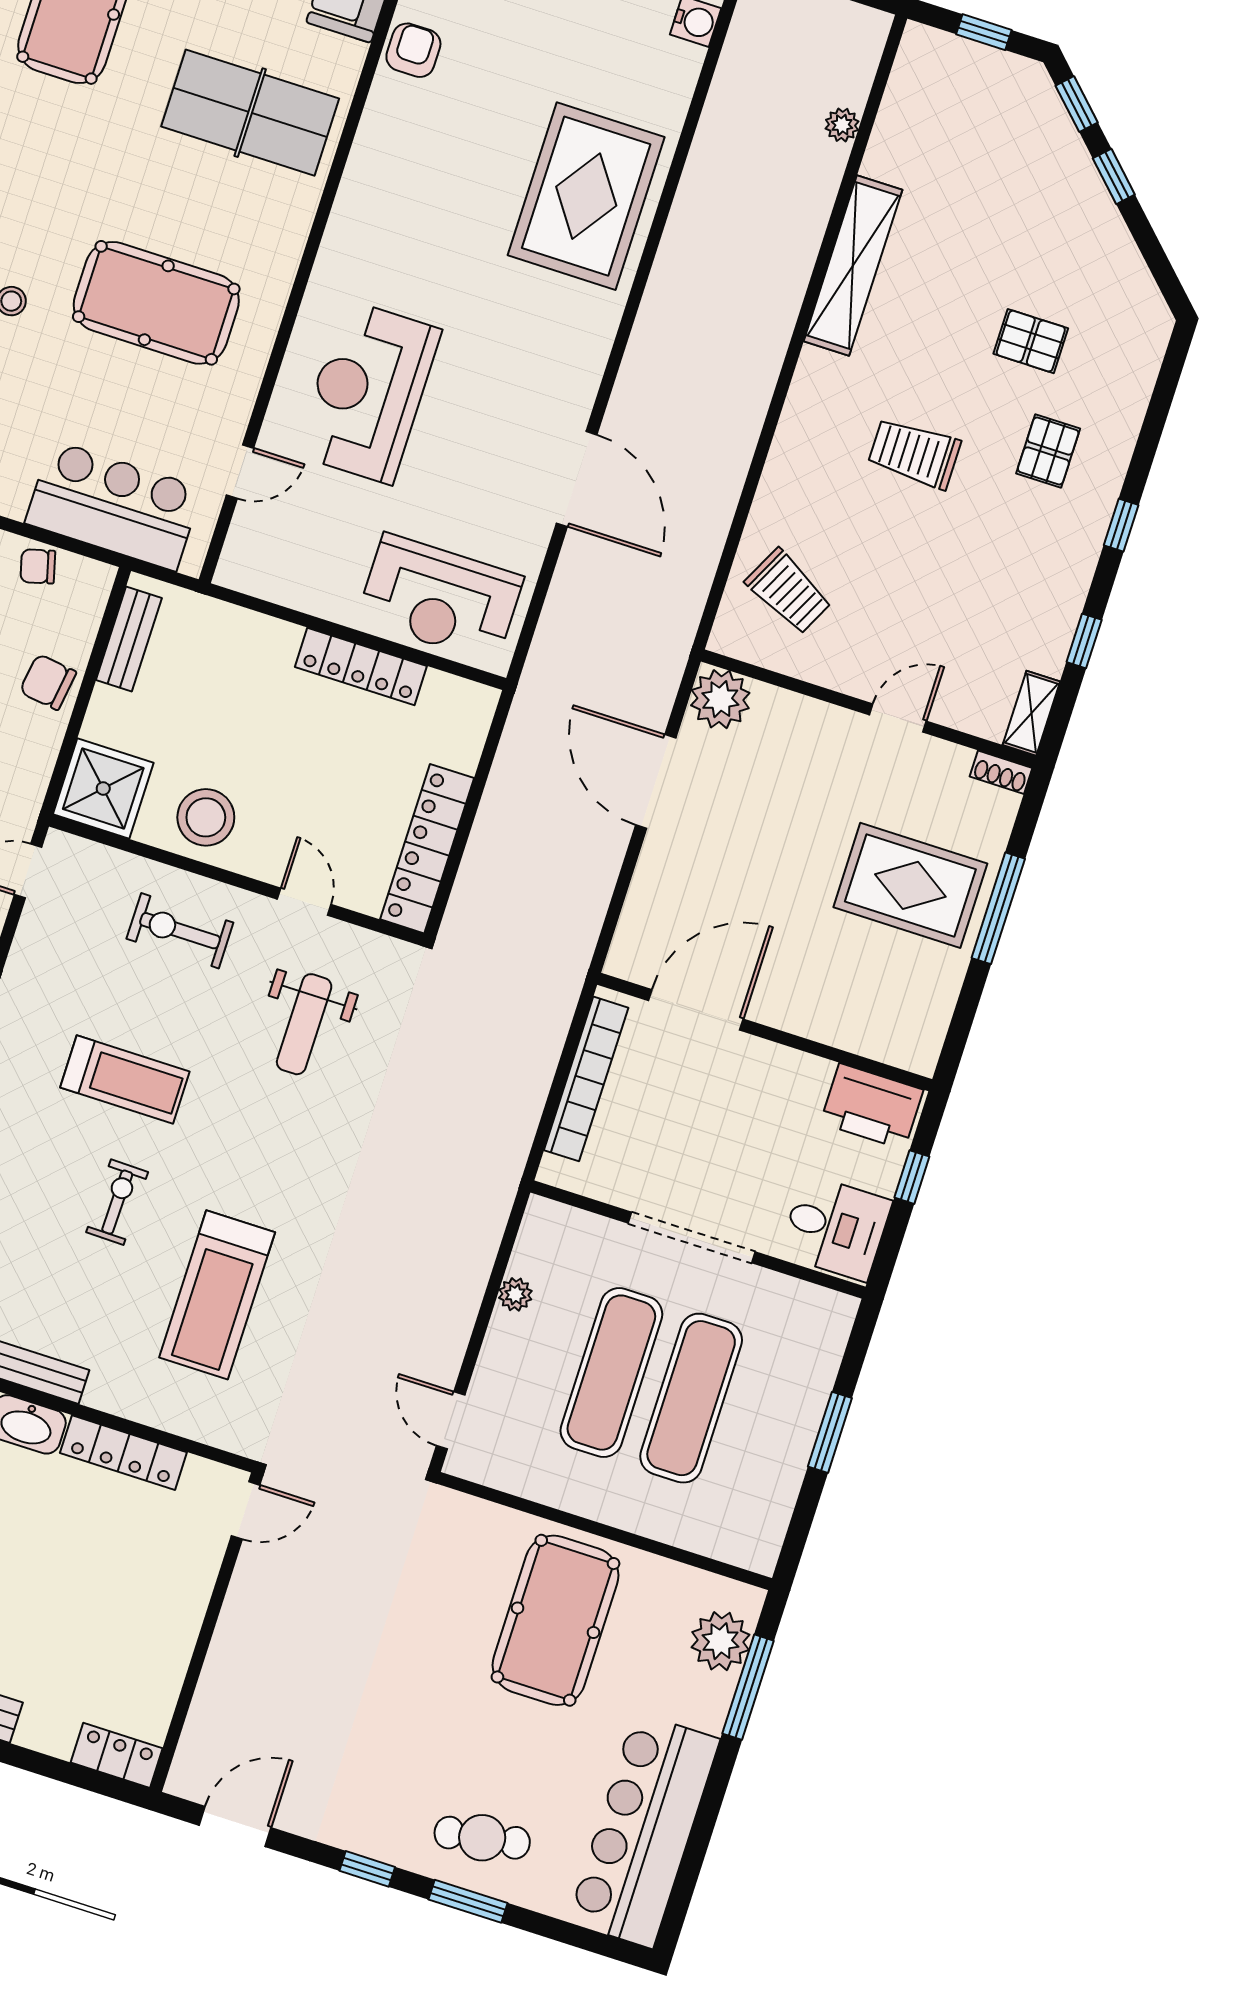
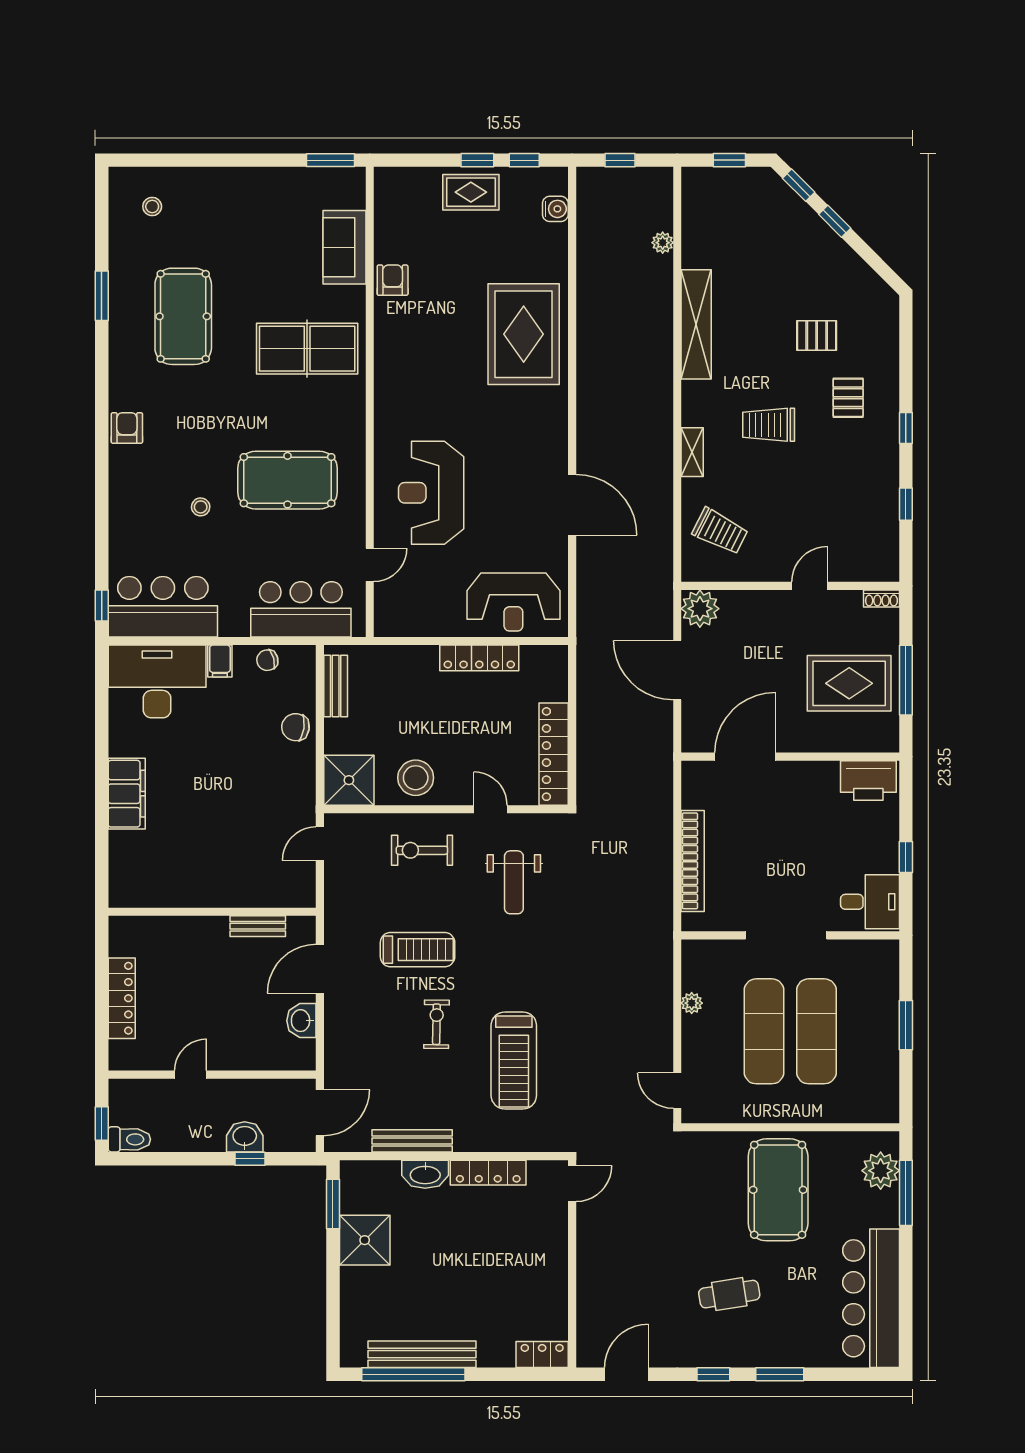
shelving: (1031, 713) -> (692, 452), moved
door: (696, 1010) -> (745, 757), moved
wall: (765, 1032) -> (790, 757), moved
printer: (872, 1106) -> (868, 781), moved
cafe table: (482, 1838) -> (729, 1294), moved

